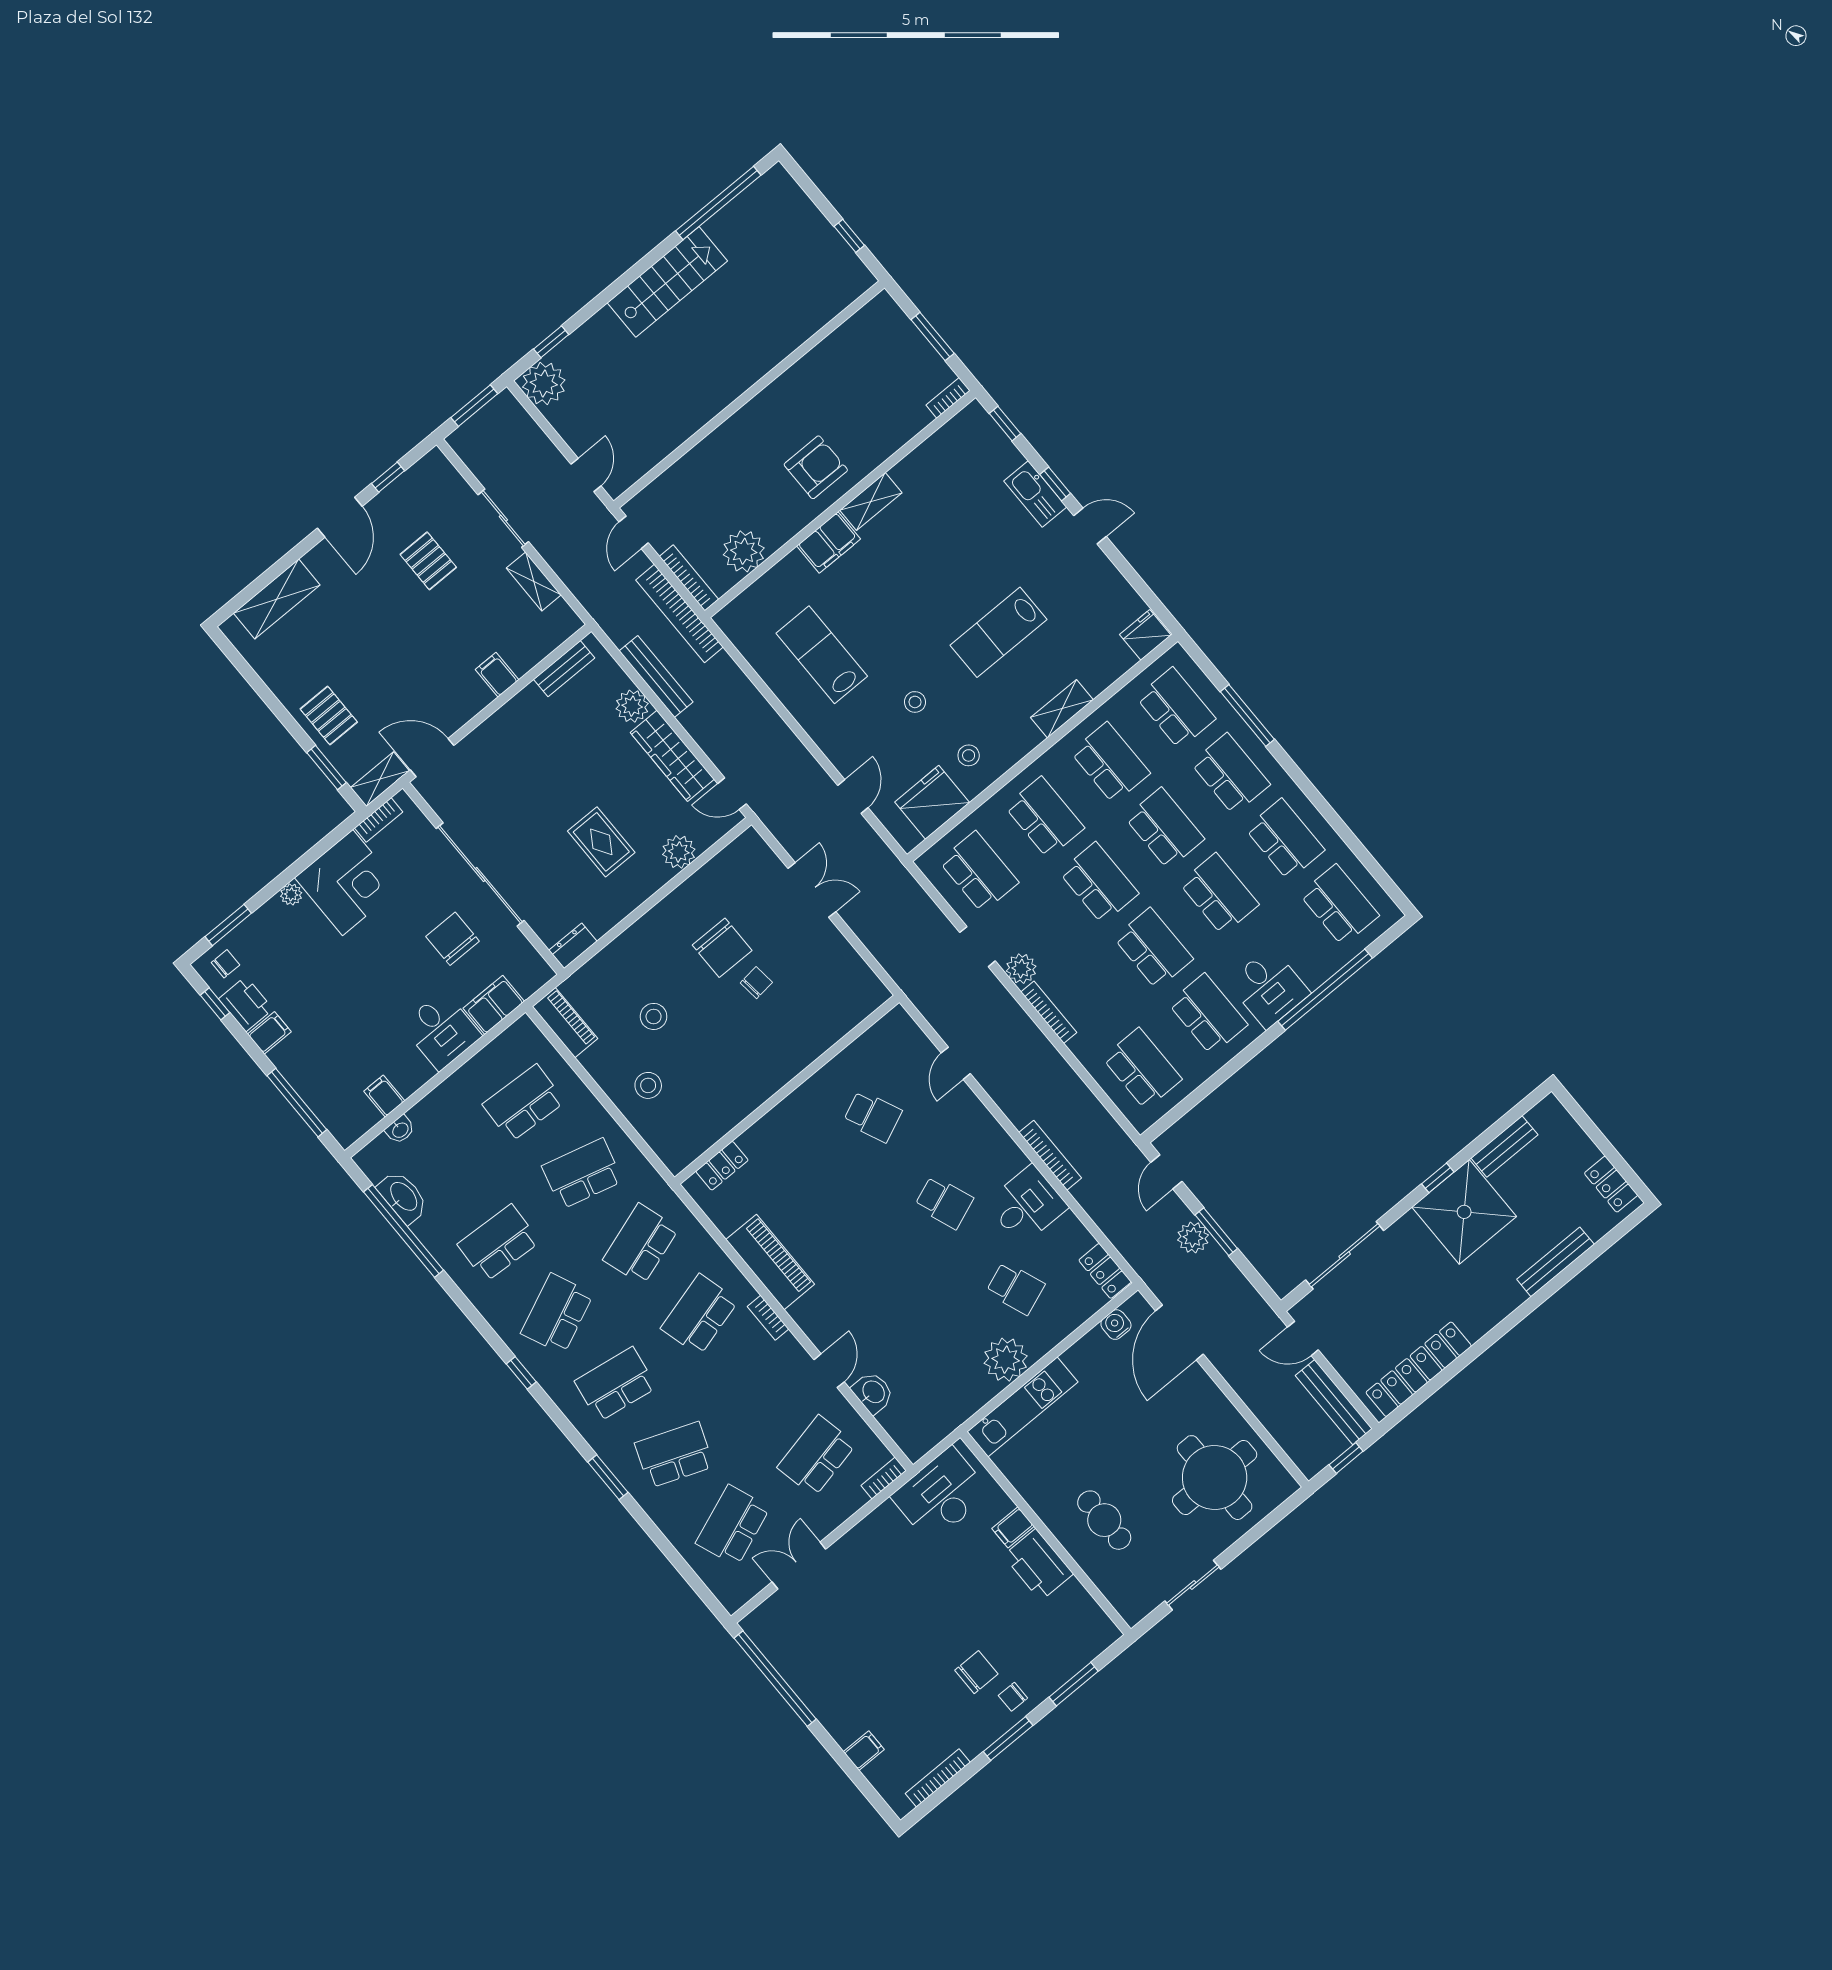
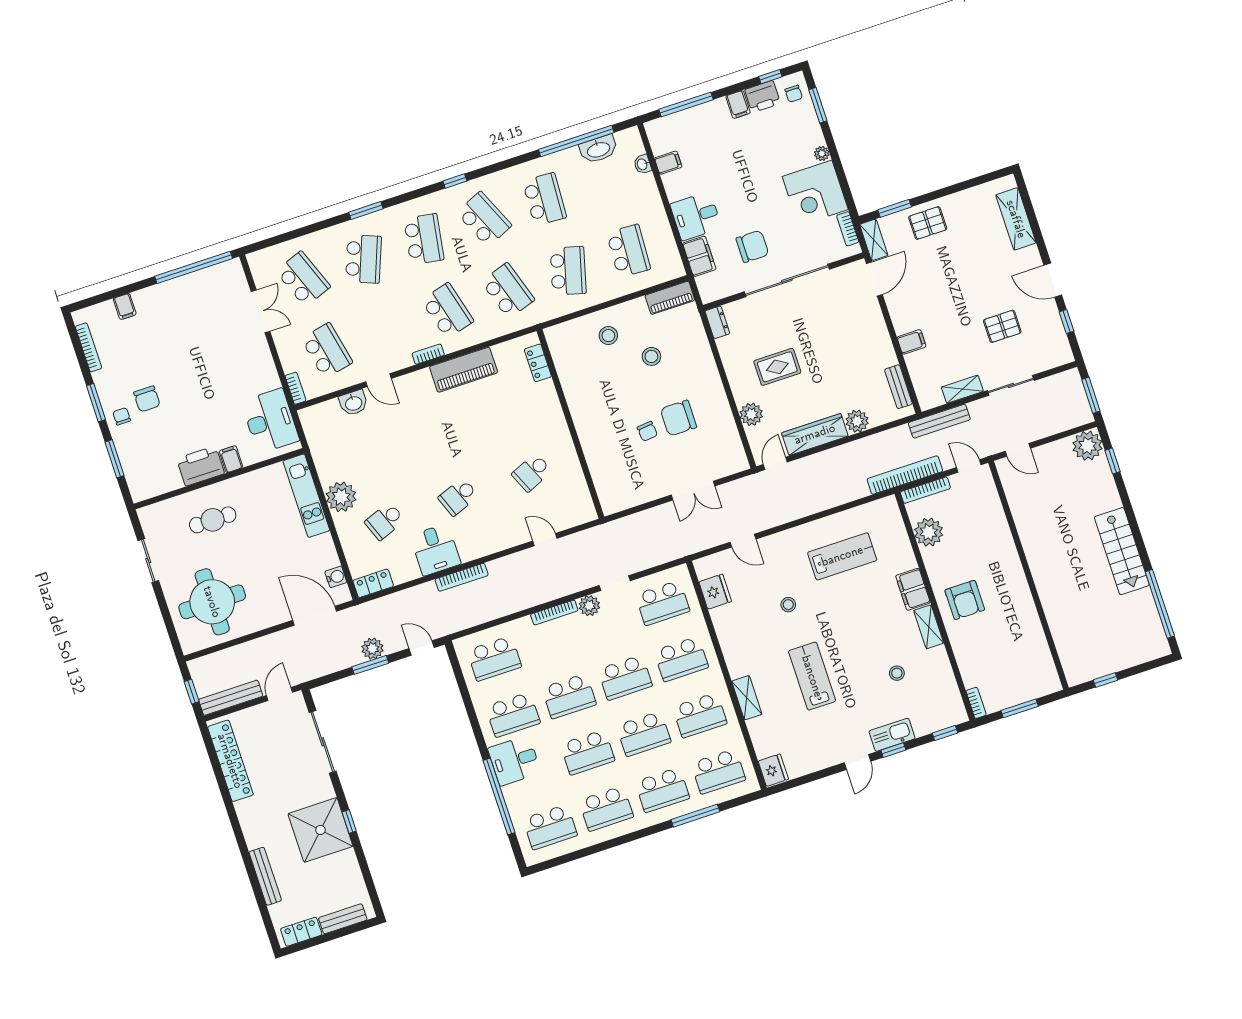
bench: (656, 677) -> (939, 421), moved
stool: (969, 755) -> (897, 673), moved
fridge: (932, 802) -> (715, 592), width x0.73, depth x0.75
bench: (1504, 1146) -> (343, 919), moved, turned 90

